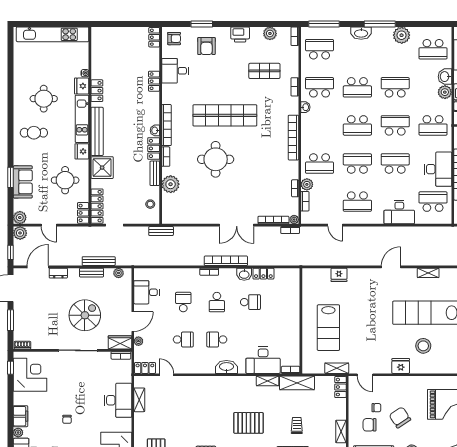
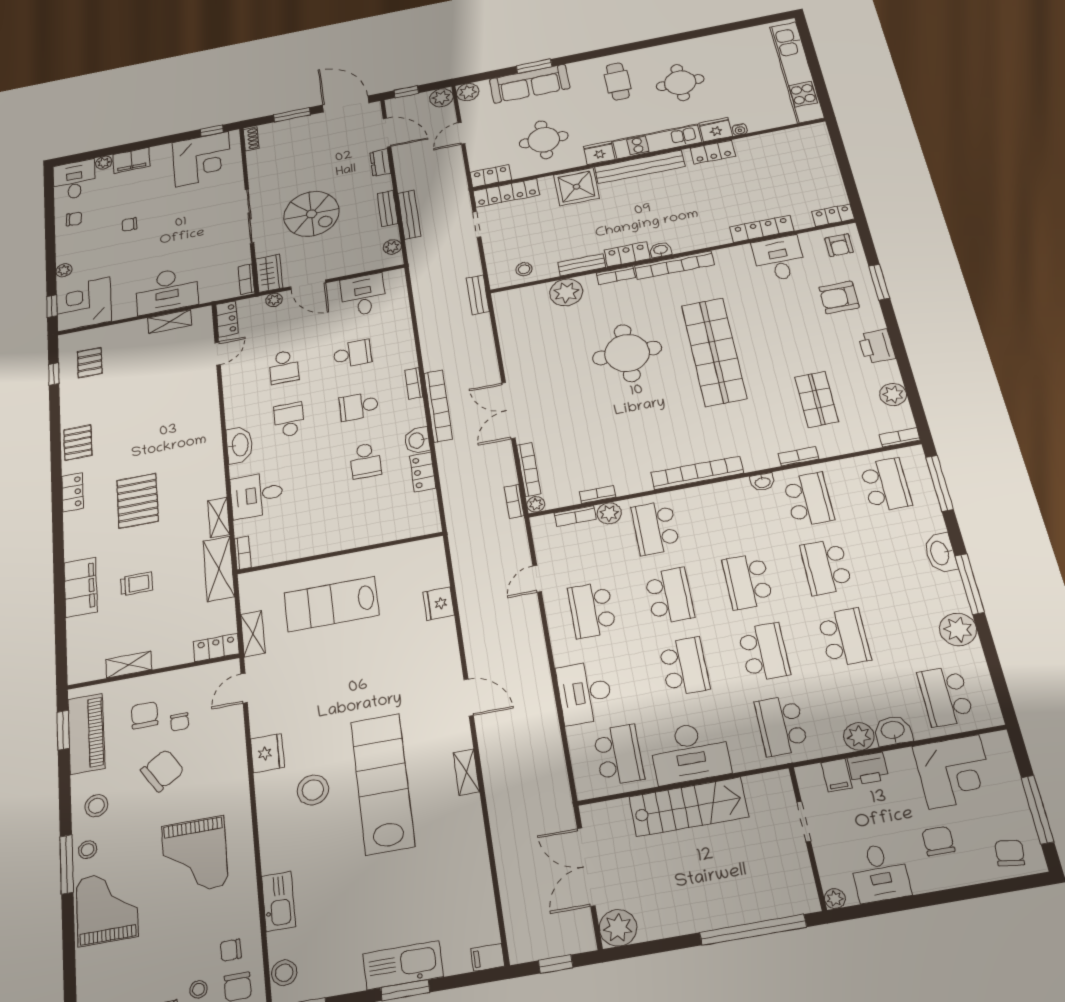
locker: (154, 81) -> (762, 229), width x1.53
sofa: (23, 182) -> (530, 84), width x1.36
desk: (263, 360) -> (257, 495), width x0.73

